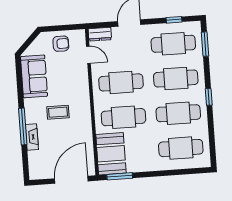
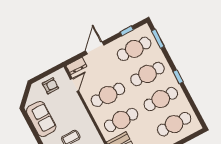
door: (88, 55) -> (75, 85), hinge flipped

